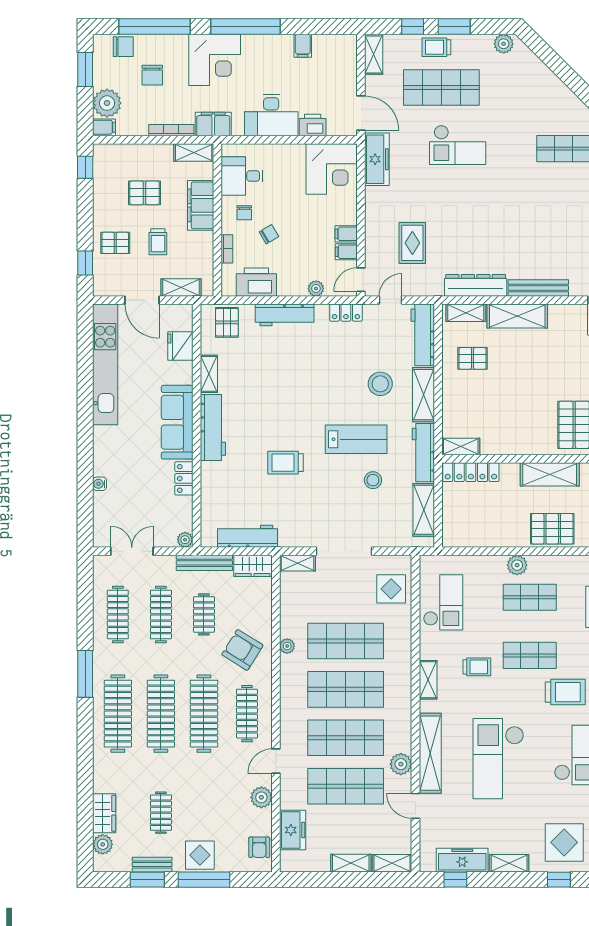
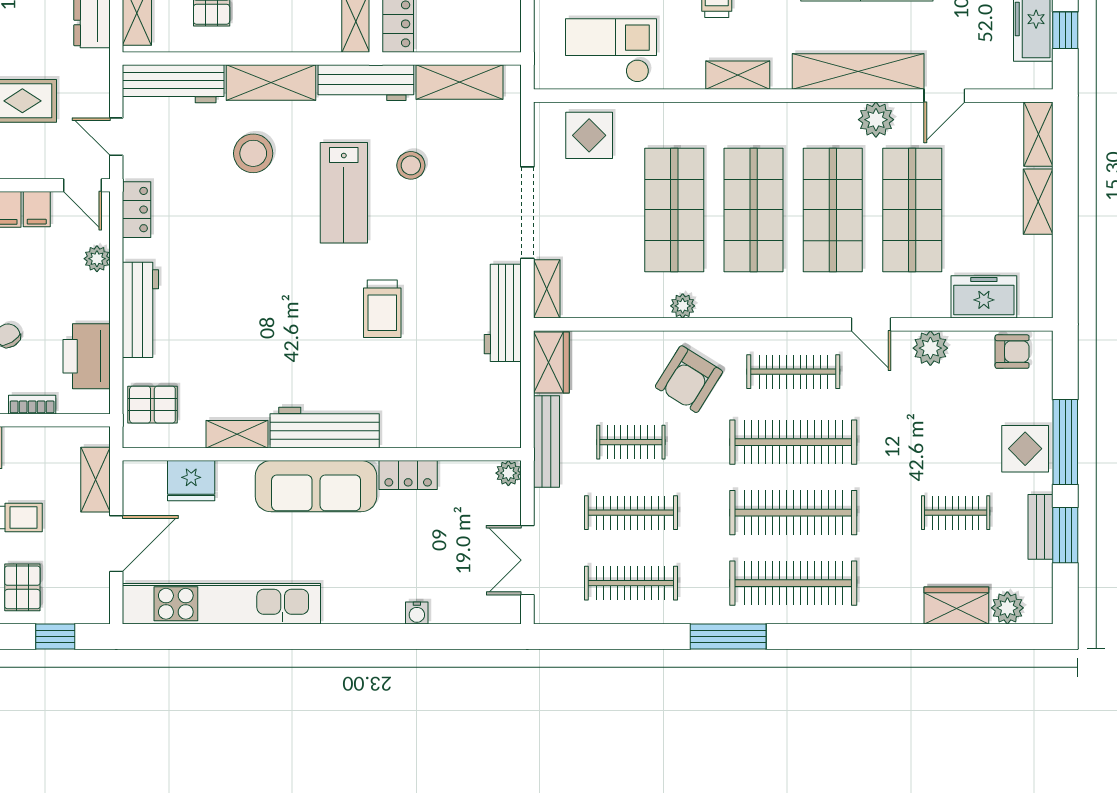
lab bench: (356, 439) -> (344, 193), turned 180
workbench: (247, 536) -> (503, 313), moved

